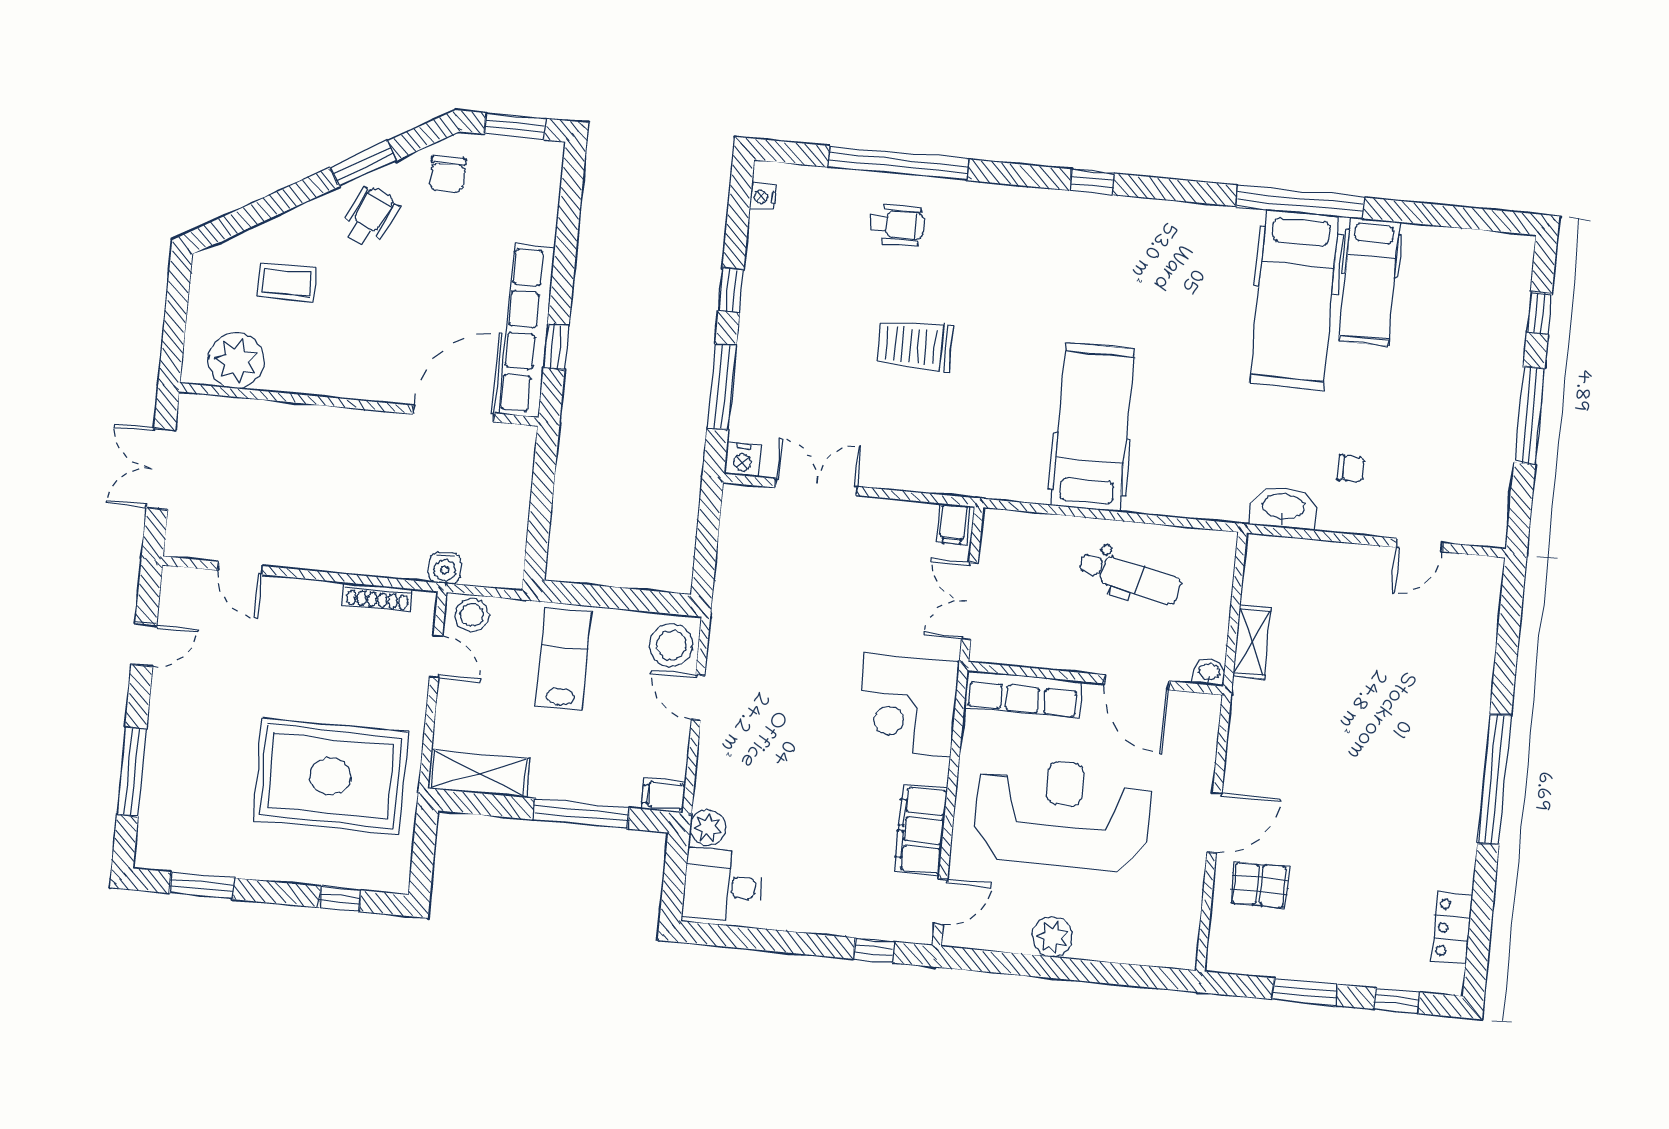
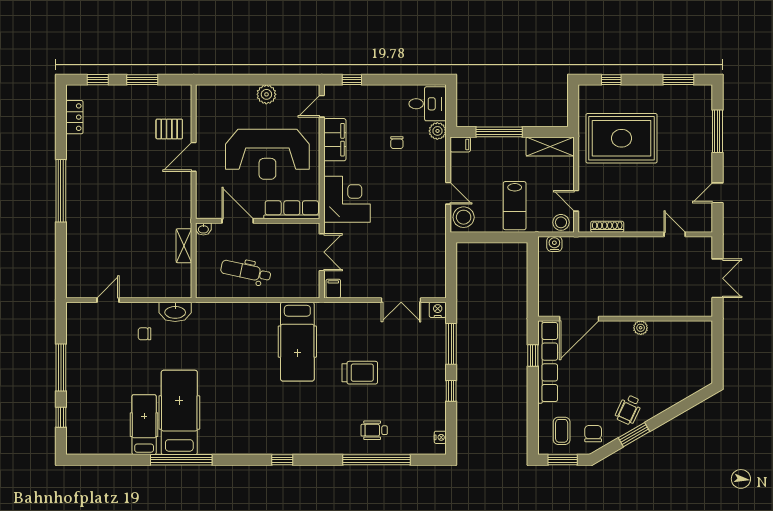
coffee table: (287, 282) -> (562, 431), moved, turned 90
plant: (236, 361) -> (641, 328), moved, width x0.53, depth x0.53
hospital bed: (1093, 427) -> (297, 342), moved
water cooler: (445, 568) -> (554, 244), moved
chair: (794, 812) -> (397, 143), added

